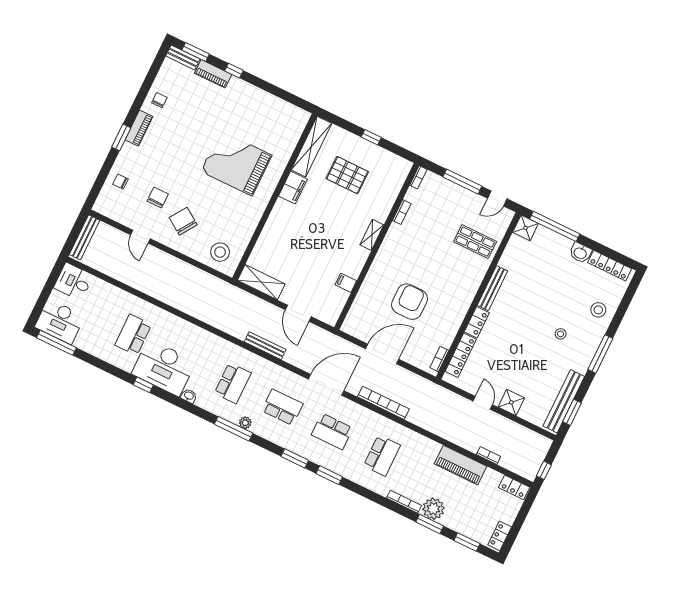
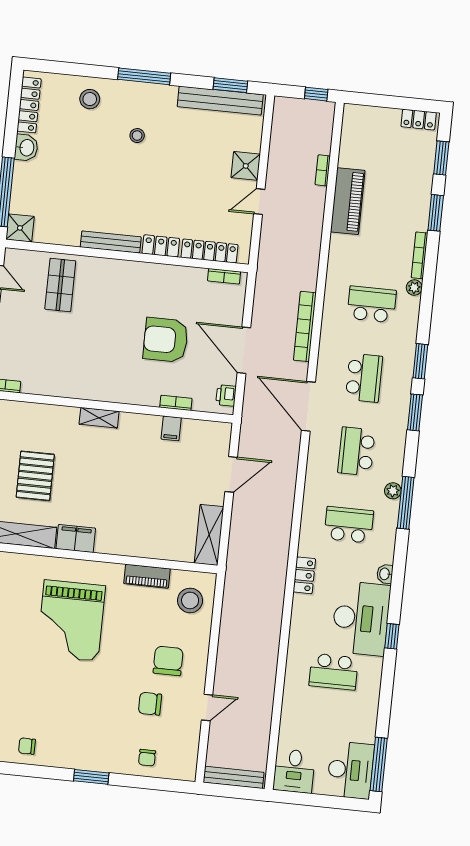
piano: (139, 128) -> (147, 576), moved, turned 180
bookcase: (402, 212) -> (176, 403), moved
chair: (183, 221) -> (168, 661), turned 146
printer: (355, 330) -> (226, 395), added
bench: (265, 346) -> (287, 501), removed
locker: (514, 487) -> (304, 575), moved
plant: (433, 509) -> (414, 288), moved, width x0.53, depth x0.53

